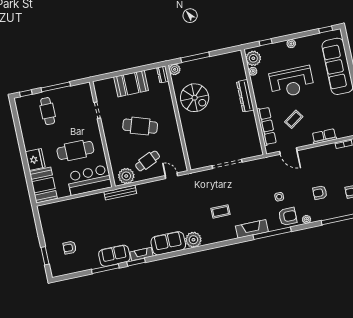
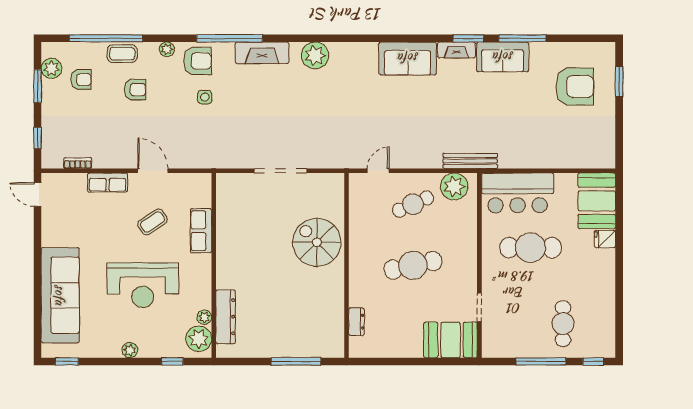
plant: (175, 69) -> (335, 348), removed
dresser: (163, 74) -> (356, 322), moved
reception desk: (292, 82) -> (143, 285), turned 180
booth: (131, 84) -> (451, 340), moved
dresser: (245, 96) -> (226, 317), moved
spiral stairs: (195, 98) -> (317, 242), moved
cafe table: (140, 126) -> (413, 265), turned -30
row of seats: (266, 126) -> (201, 231), width x0.68
door: (288, 151) -> (153, 171), moved
fridge: (35, 159) -> (605, 239), width x0.53, depth x0.75
door: (171, 176) -> (378, 171), swing flipped
coffee table: (220, 211) -> (122, 54), moved
armchair: (288, 216) -> (197, 61), turned 180
plant: (193, 240) -> (315, 55), moved
armchair: (70, 248) -> (575, 86), width x1.88, depth x1.88

